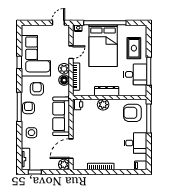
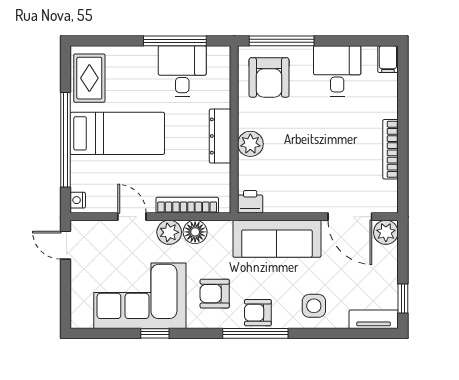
bed: (103, 46) -> (117, 133), width x0.67
rug: (134, 48) -> (89, 78), moved, turned 90

